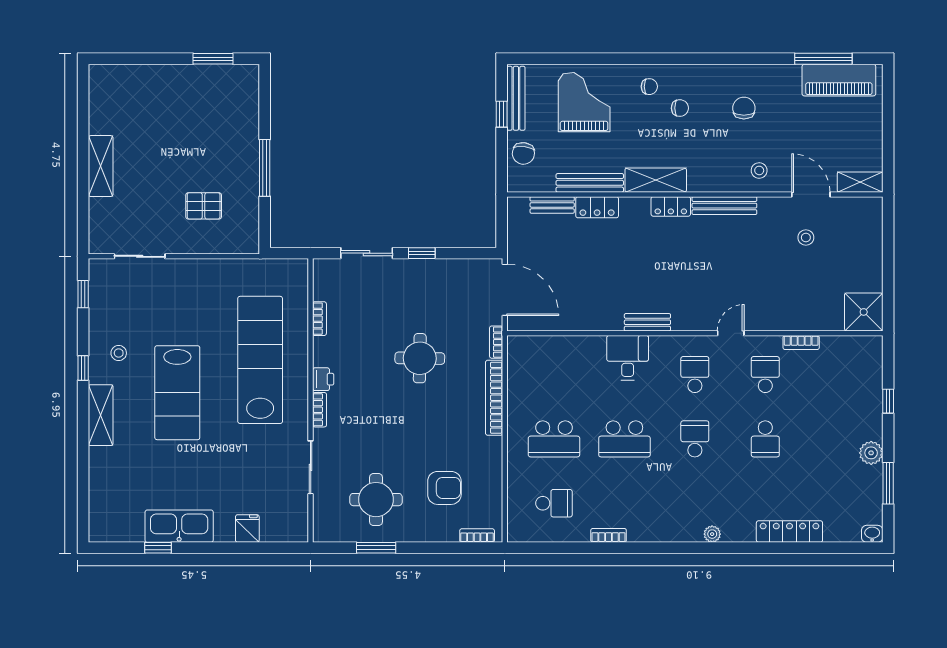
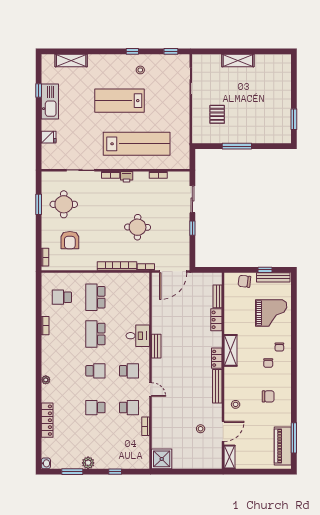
bench: (590, 183) -> (229, 316), removed
shelving: (101, 415) -> (71, 61), moved
school desk: (554, 503) -> (62, 297), turned 90

